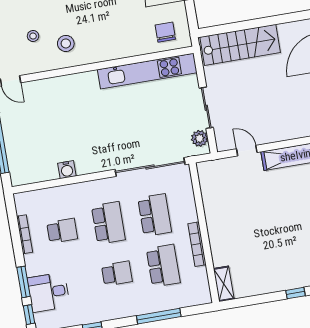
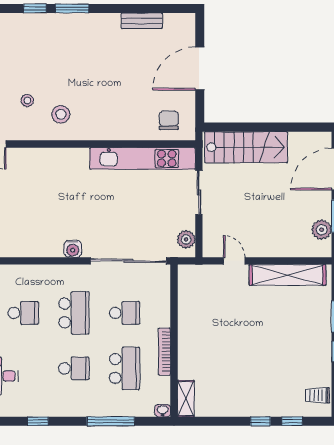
sliding door: (206, 108) -> (199, 193), moved
water cooler: (67, 170) -> (73, 249), moved
school desk: (155, 215) -> (125, 313), width x0.54
washbasin: (205, 298) -> (163, 411), added

